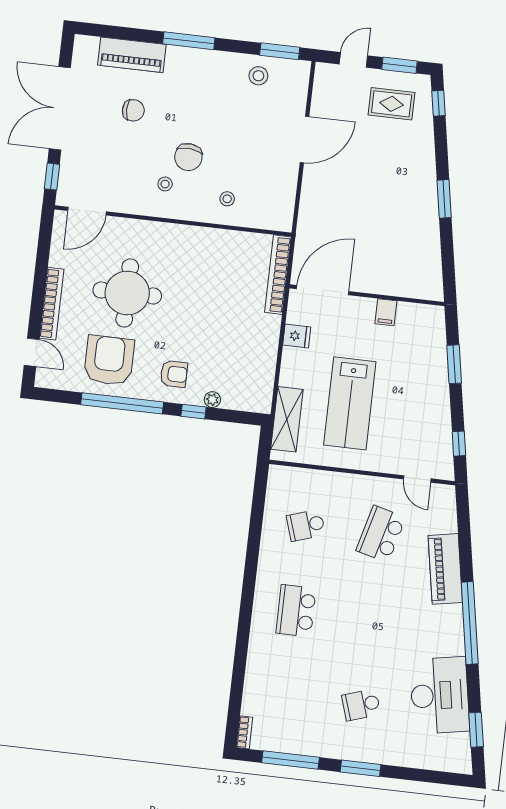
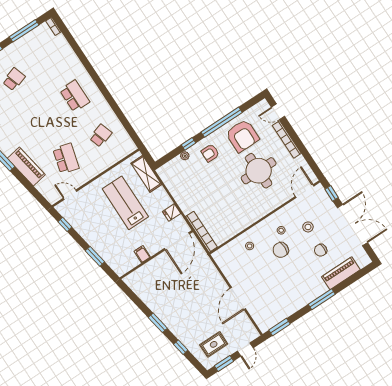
stool: (258, 76) -> (308, 227), moved
window: (438, 103) -> (181, 347), moved
chair: (188, 157) -> (281, 250), turned -95

